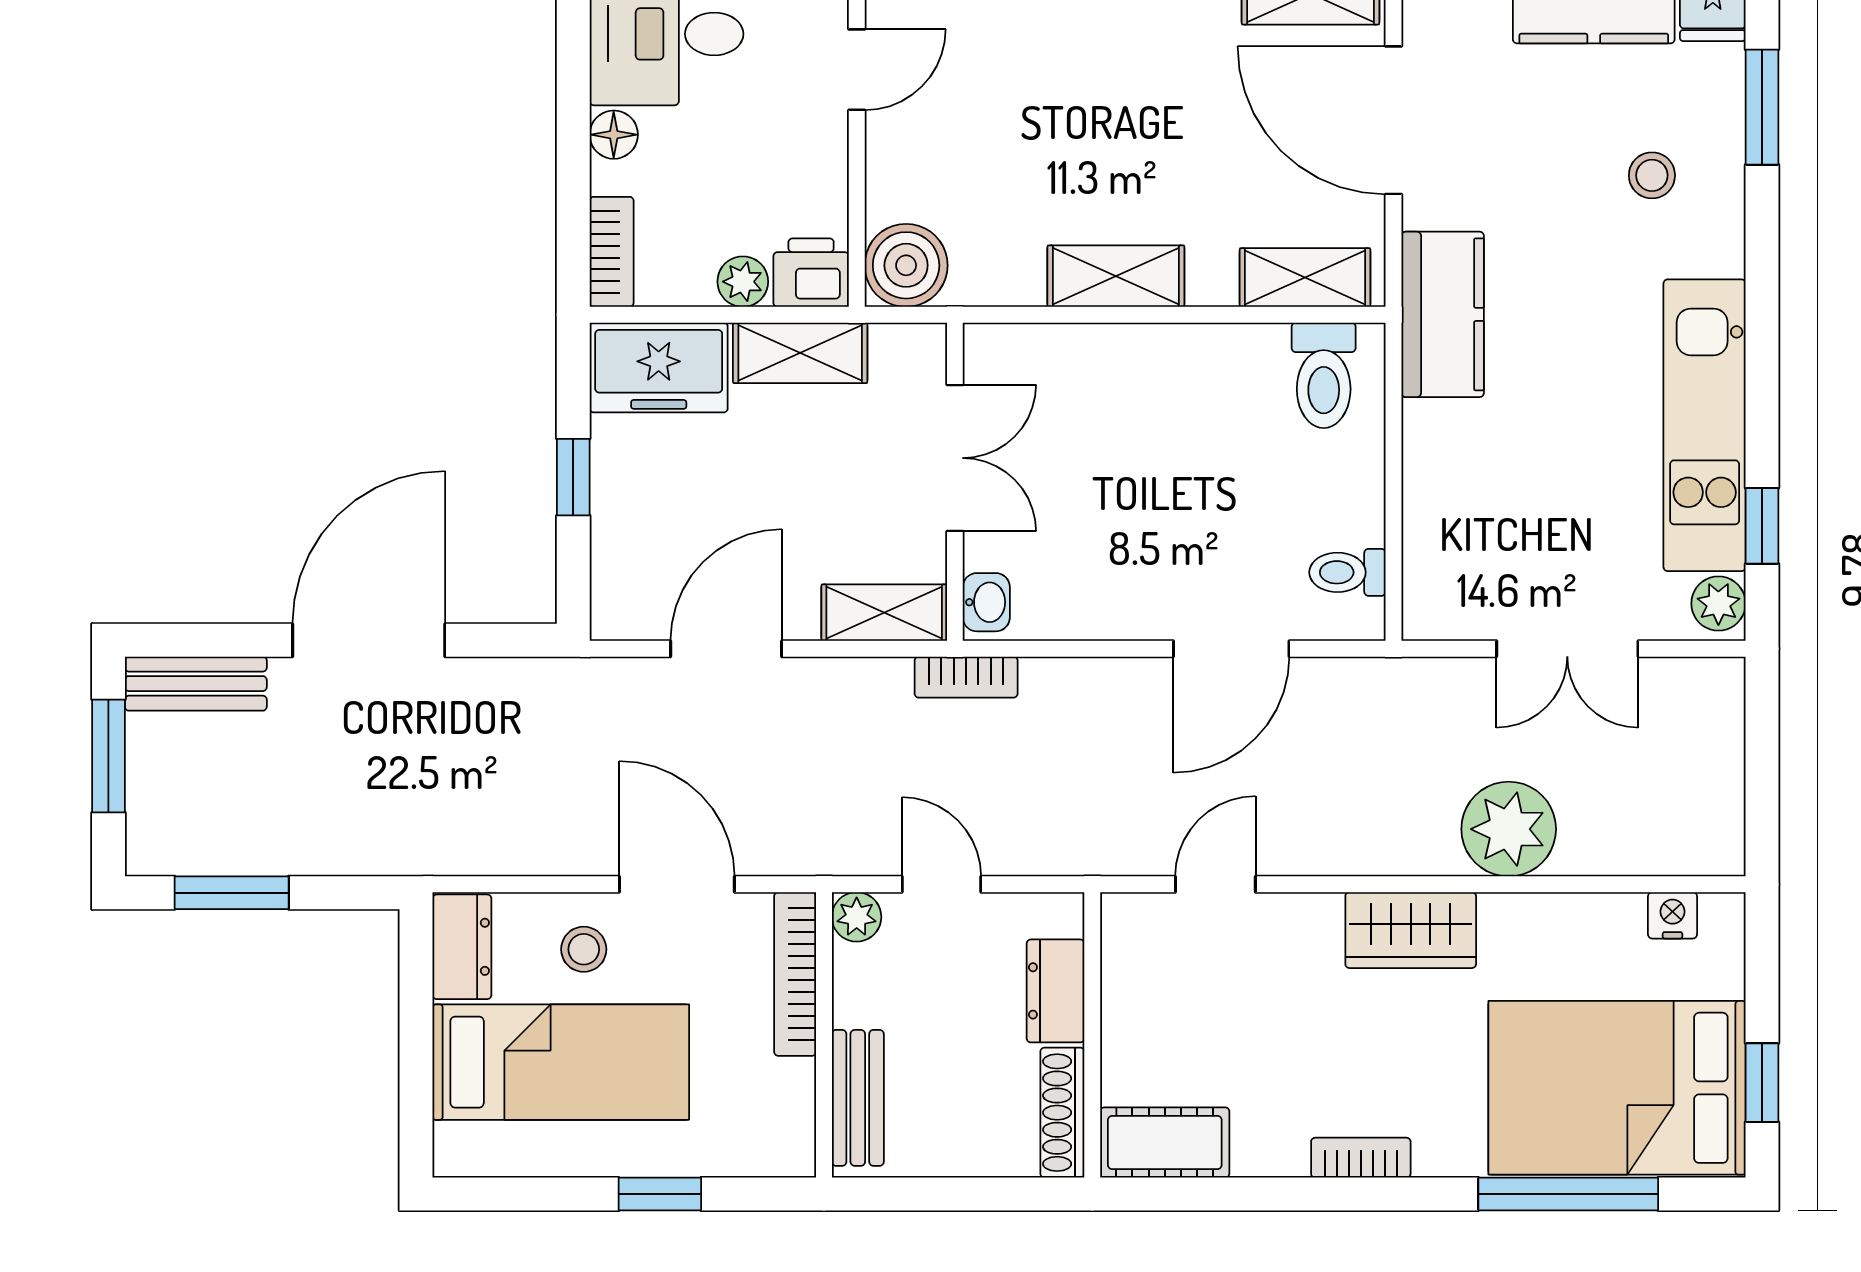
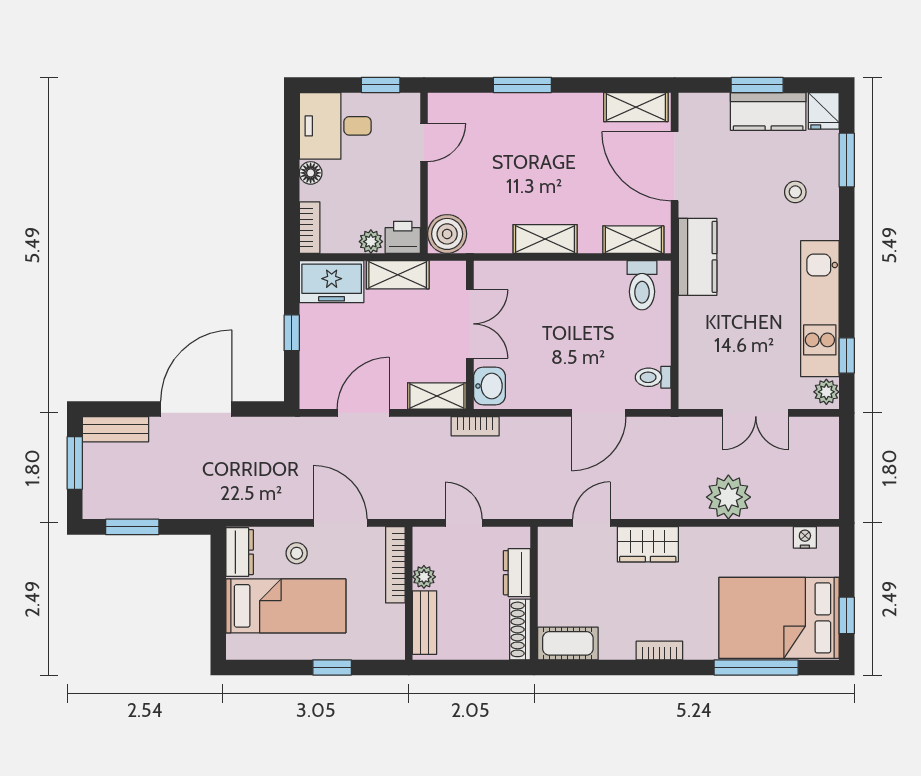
washbasin: (986, 602) -> (489, 386), width x1.38, depth x1.45
plant: (857, 917) -> (424, 577), moved
wardrobe: (1411, 930) -> (648, 544), moved

